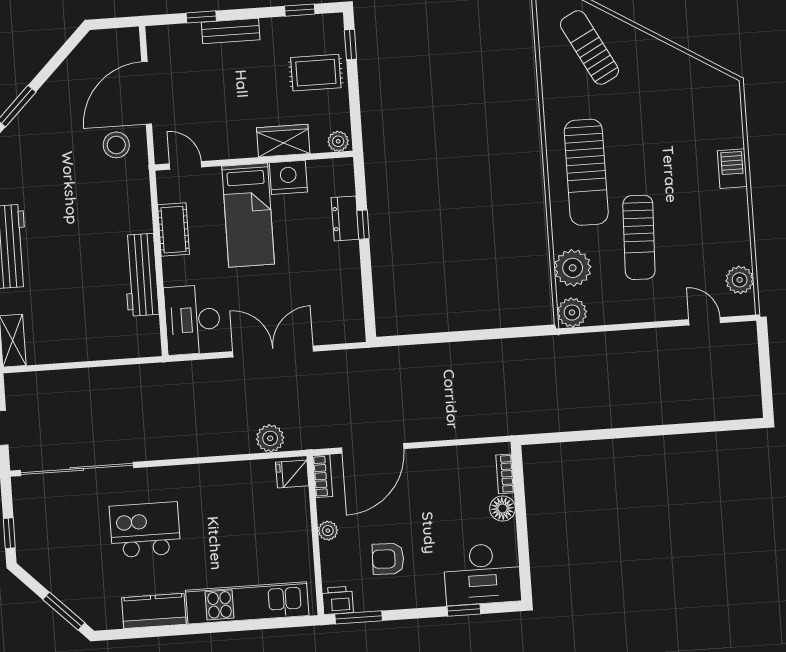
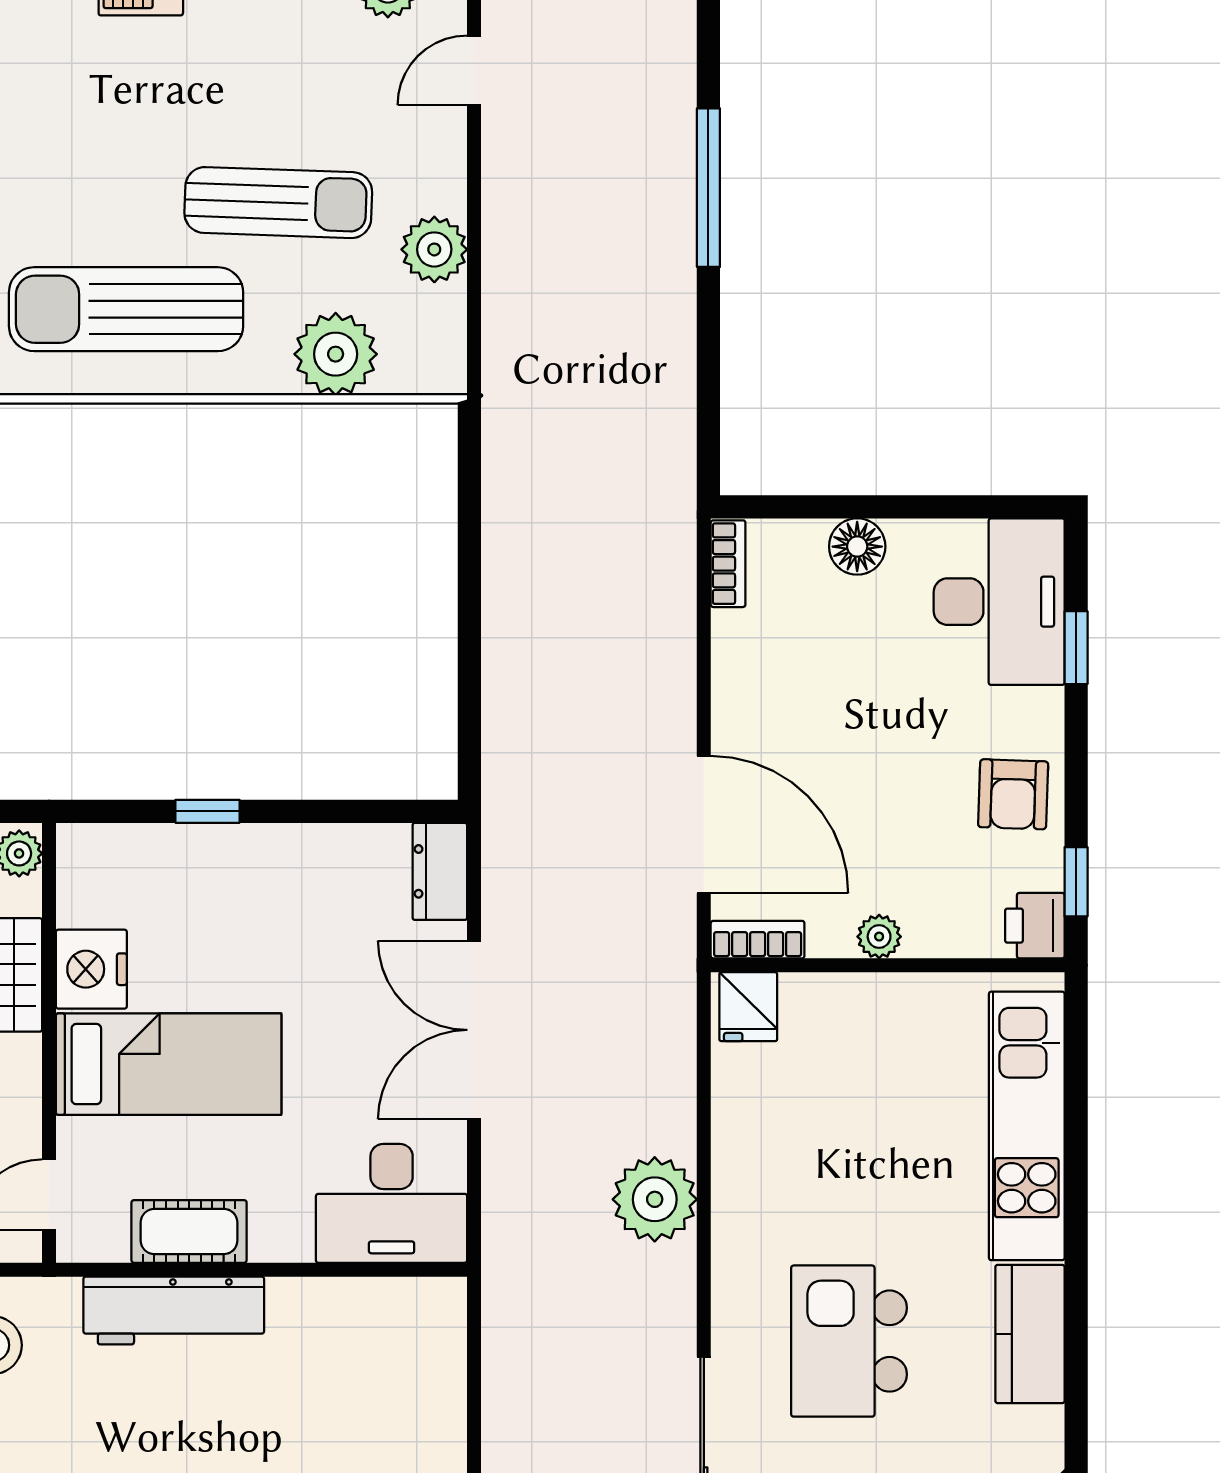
sun lounger: (586, 172) -> (126, 309), turned 180
dresser: (345, 218) -> (440, 871), moved, turned 90
workbench: (141, 275) -> (174, 1310), moved
plant: (572, 313) -> (434, 249), moved
window: (659, 430) -> (708, 188), added
plant: (270, 438) -> (655, 1199), moved, width x1.36, depth x1.36
bookcase: (505, 474) -> (728, 564), moved, turned -90
armchair: (388, 559) -> (1013, 794), moved
window: (359, 617) -> (1076, 882), width x0.67

